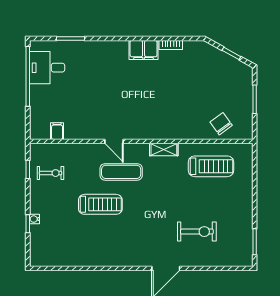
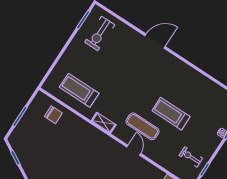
chair: (221, 124) -> (53, 115), turned -54
exercise bike: (197, 232) -> (100, 33), moved, turned -90

